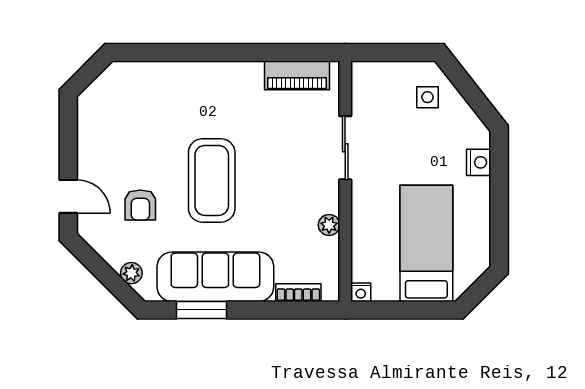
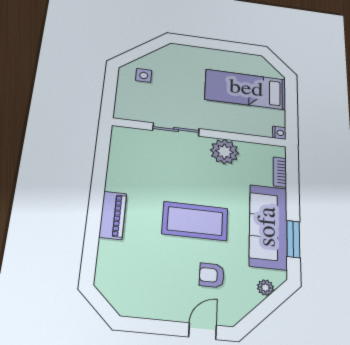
piano: (297, 75) -> (113, 215), moved
nightstand: (479, 162) -> (191, 52), removed
armchair: (140, 205) -> (212, 275), turned 180
plant: (329, 225) -> (224, 152), width x1.87, depth x1.87

